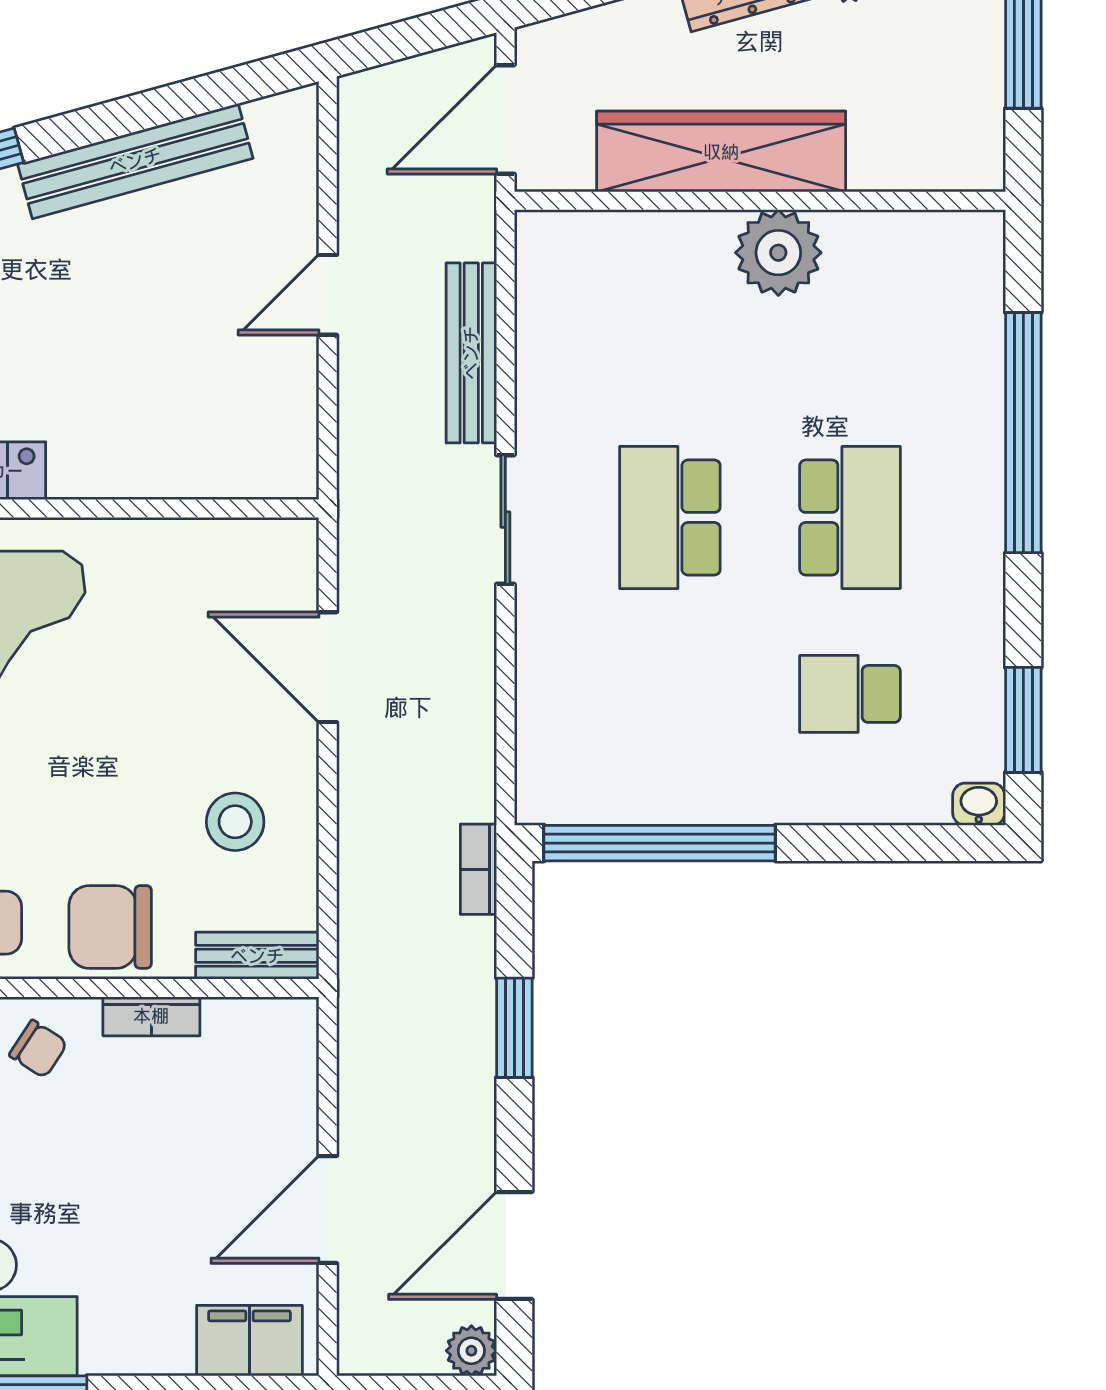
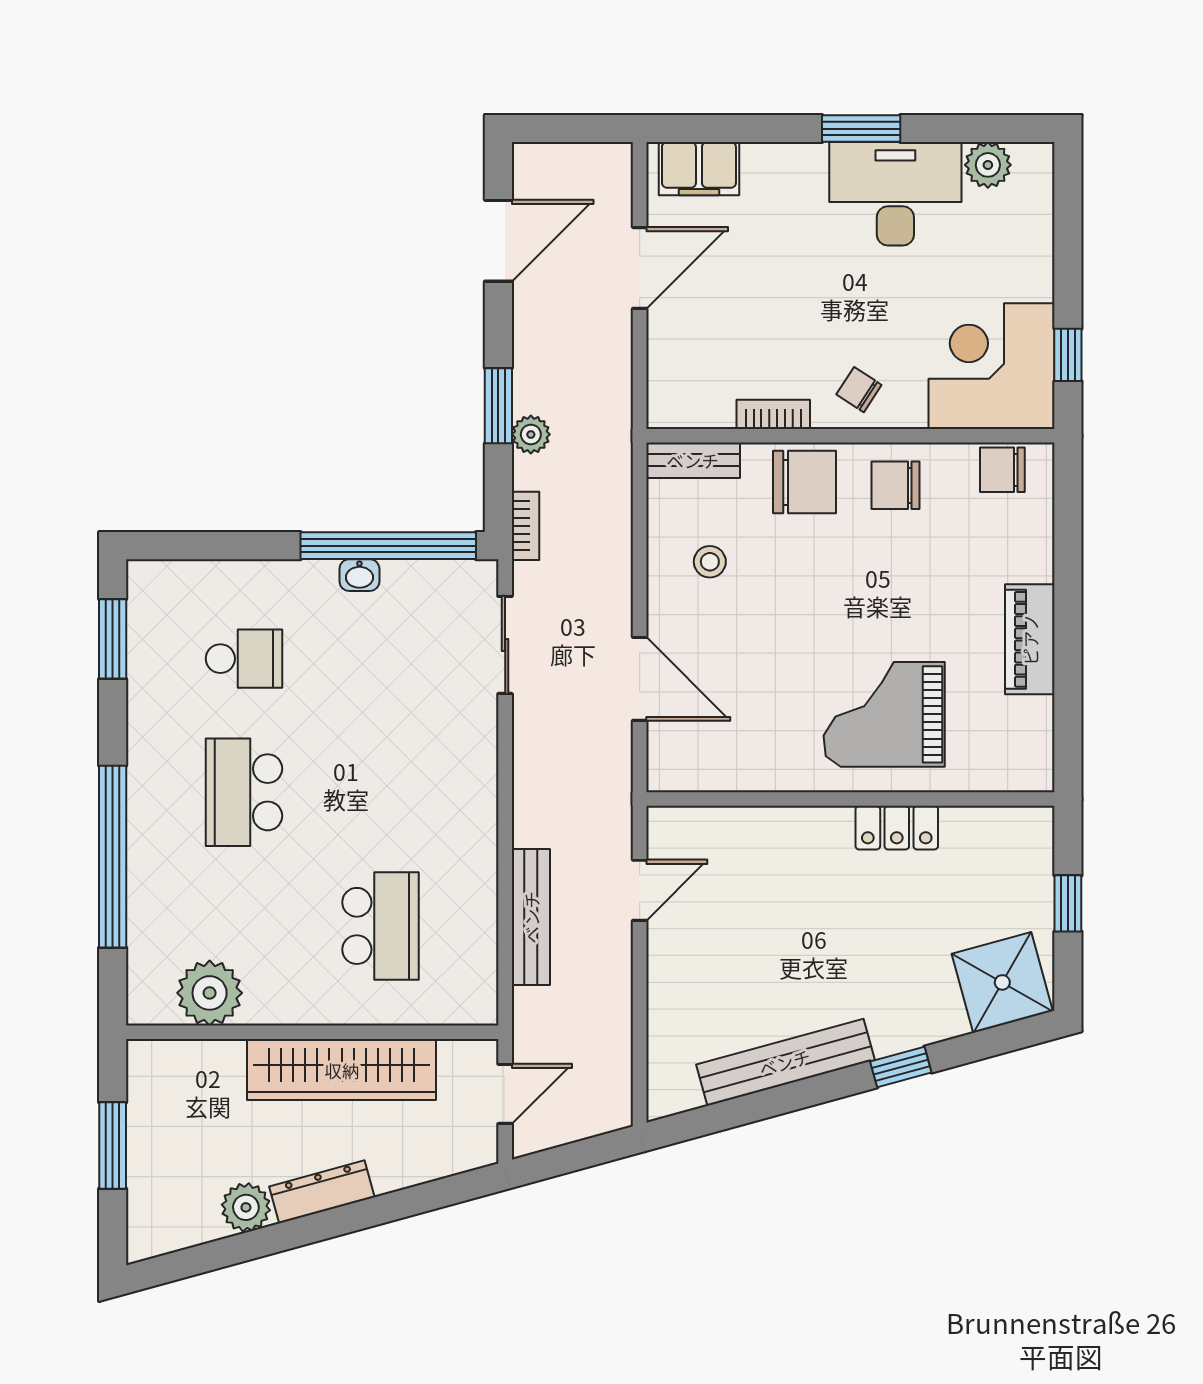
door: (505, 119) -> (505, 1094), width x0.73
plant: (778, 253) -> (210, 993), moved
door: (328, 295) -> (640, 890), moved
school desk: (670, 517) -> (380, 926), moved
sliding door: (505, 520) -> (505, 645), moved
washbasin: (979, 804) -> (359, 575), moved
stool: (235, 822) -> (710, 562), width x0.73, depth x0.73
plant: (471, 1351) -> (531, 434), moved

